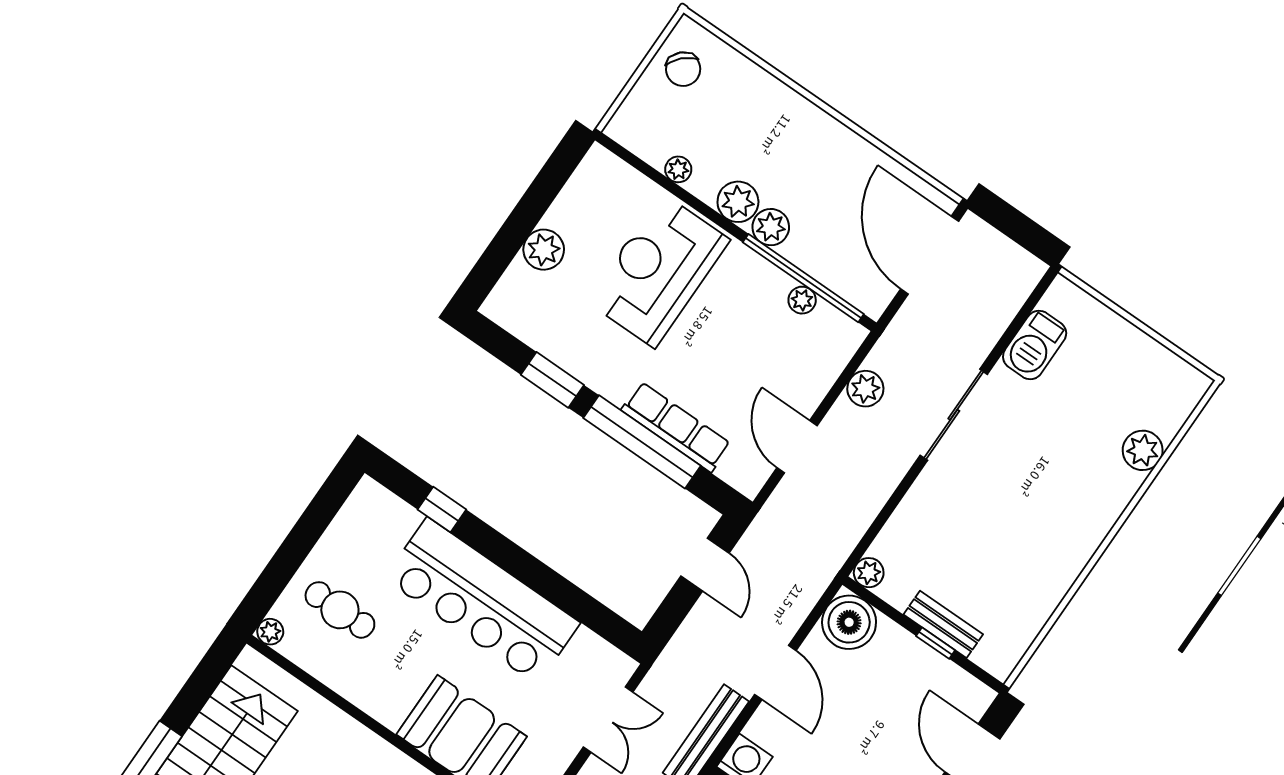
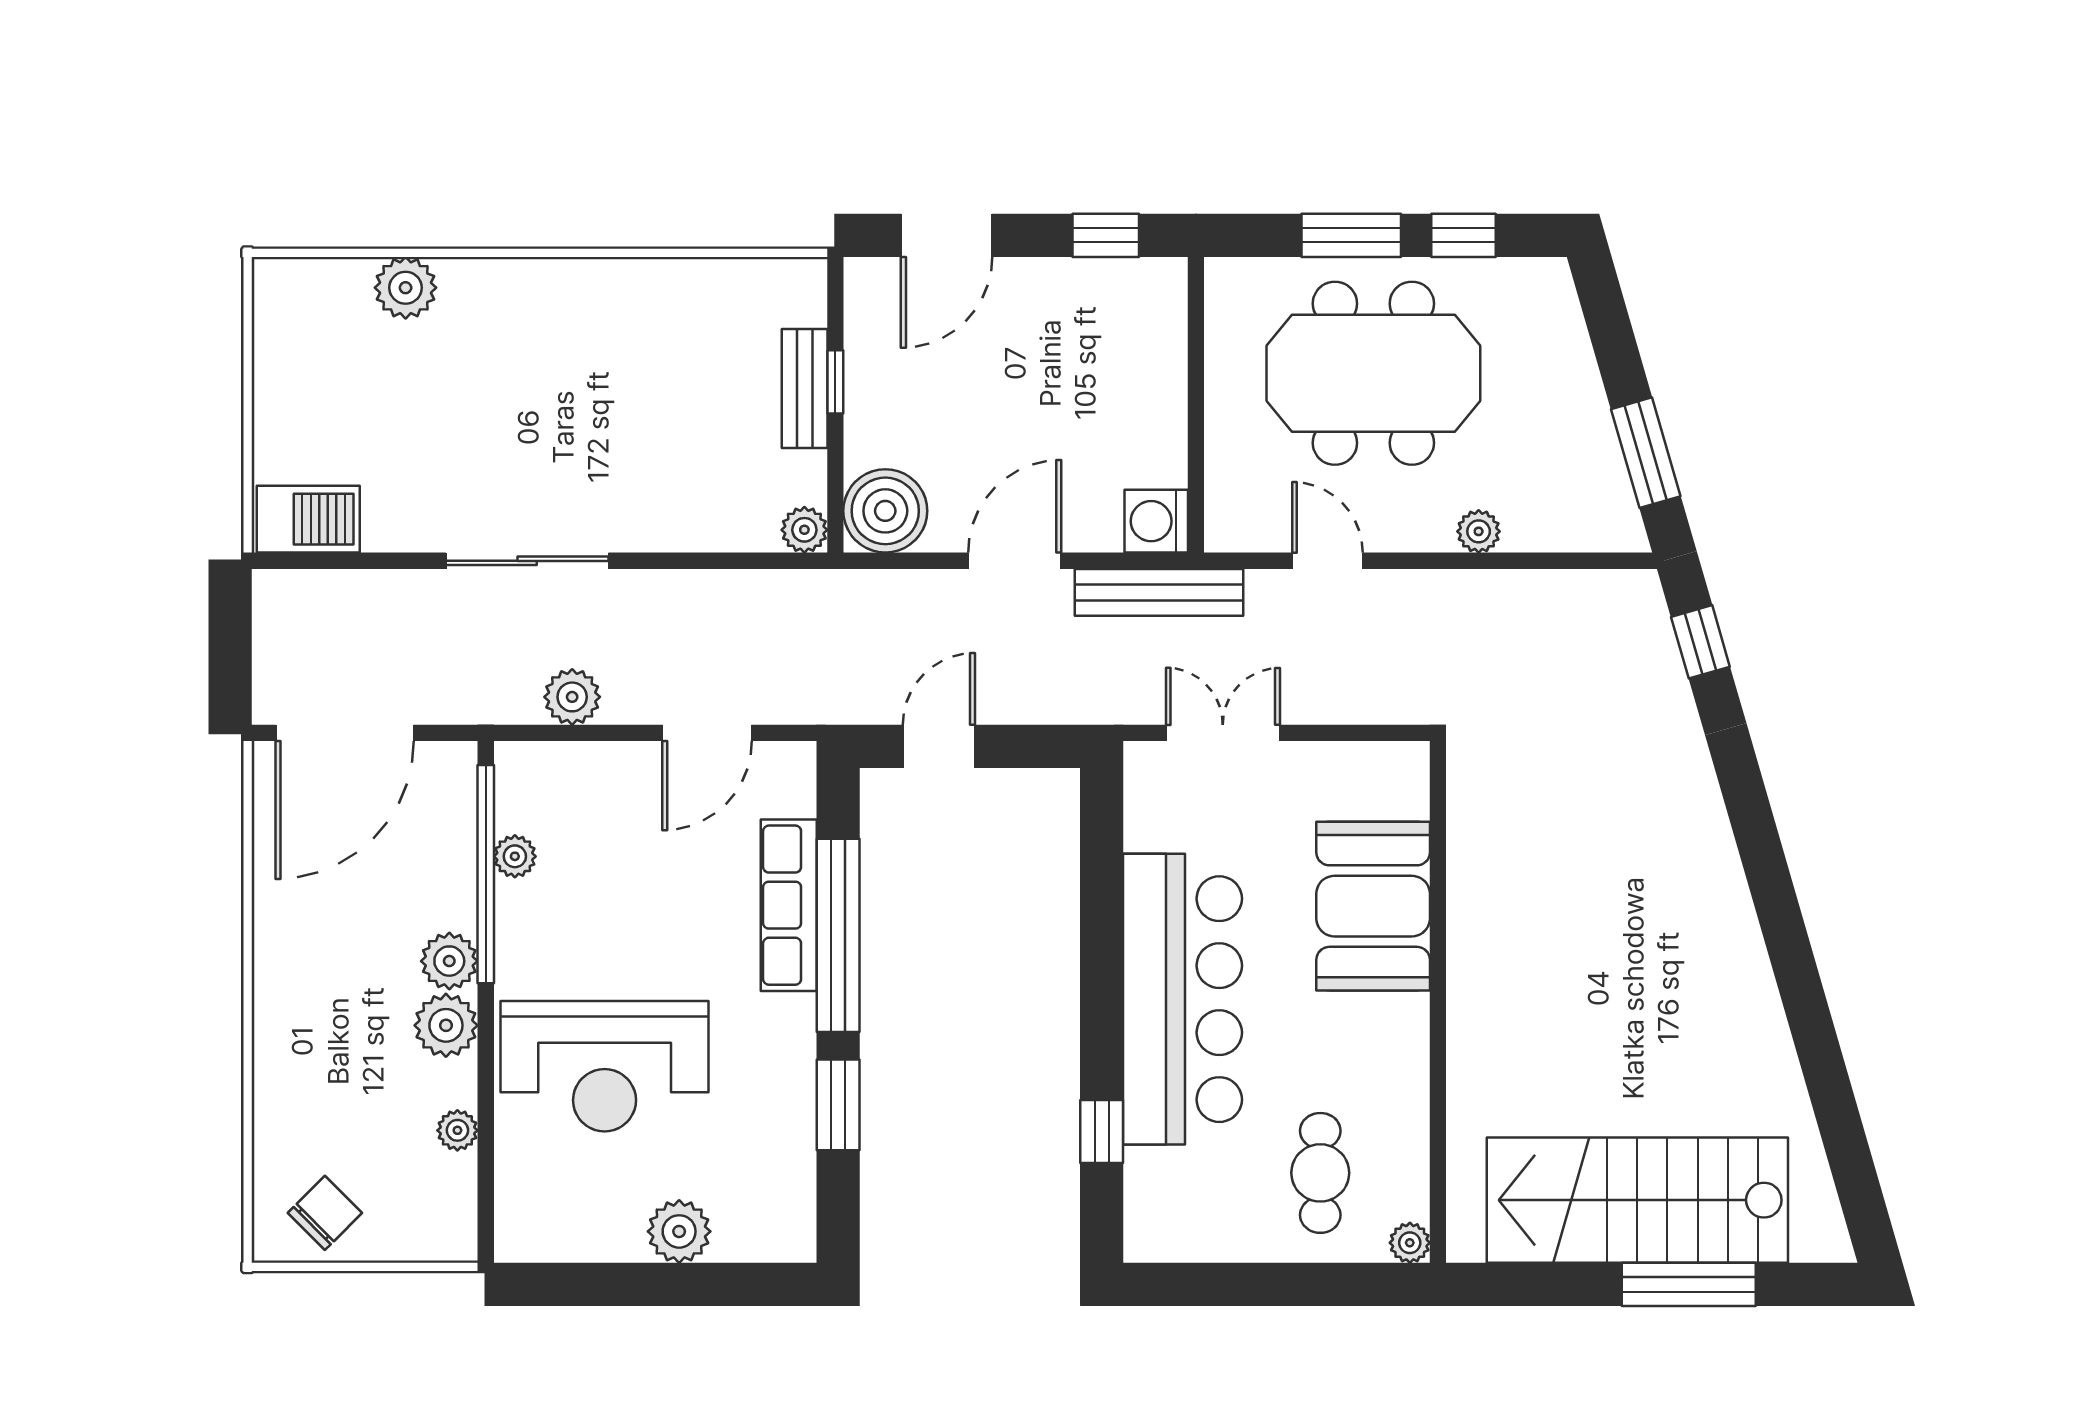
barbecue: (1035, 345) -> (308, 519), moved

